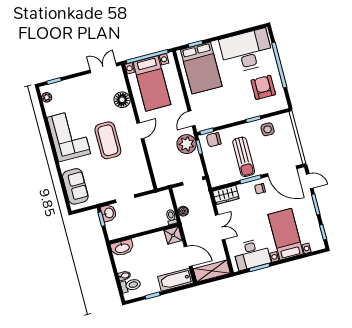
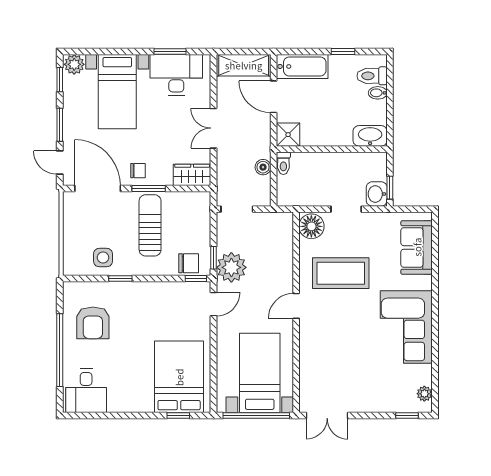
desk: (246, 51) -> (86, 391), width x0.53, depth x0.77
floor lamp: (122, 100) -> (311, 226), moved
coffee table: (108, 140) -> (341, 273), moved, turned 90
plant: (317, 244) -> (74, 64), added

